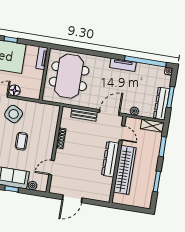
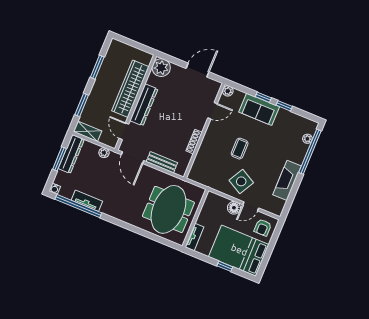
tv unit: (123, 65) -> (87, 201), moved
door: (109, 113) -> (133, 158), hinge flipped
plant: (33, 186) -> (228, 91), moved
plant: (103, 194) -> (161, 68), added

